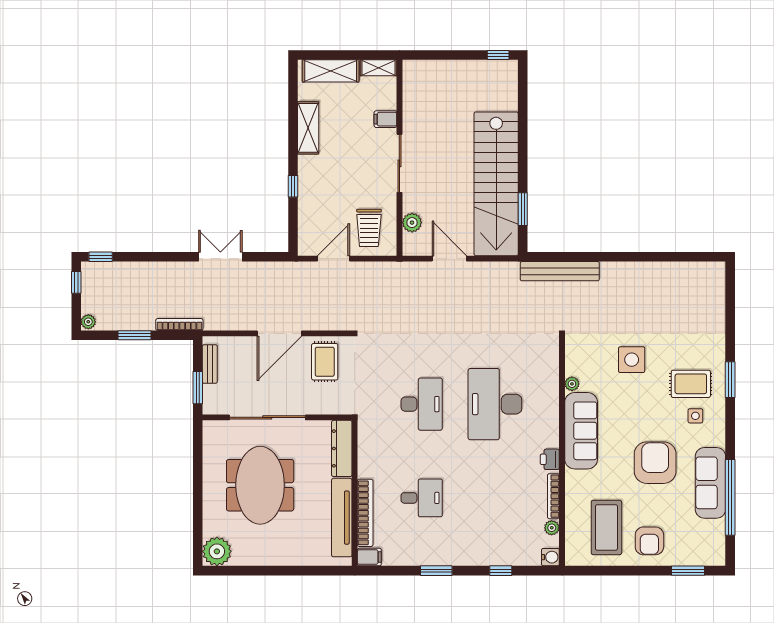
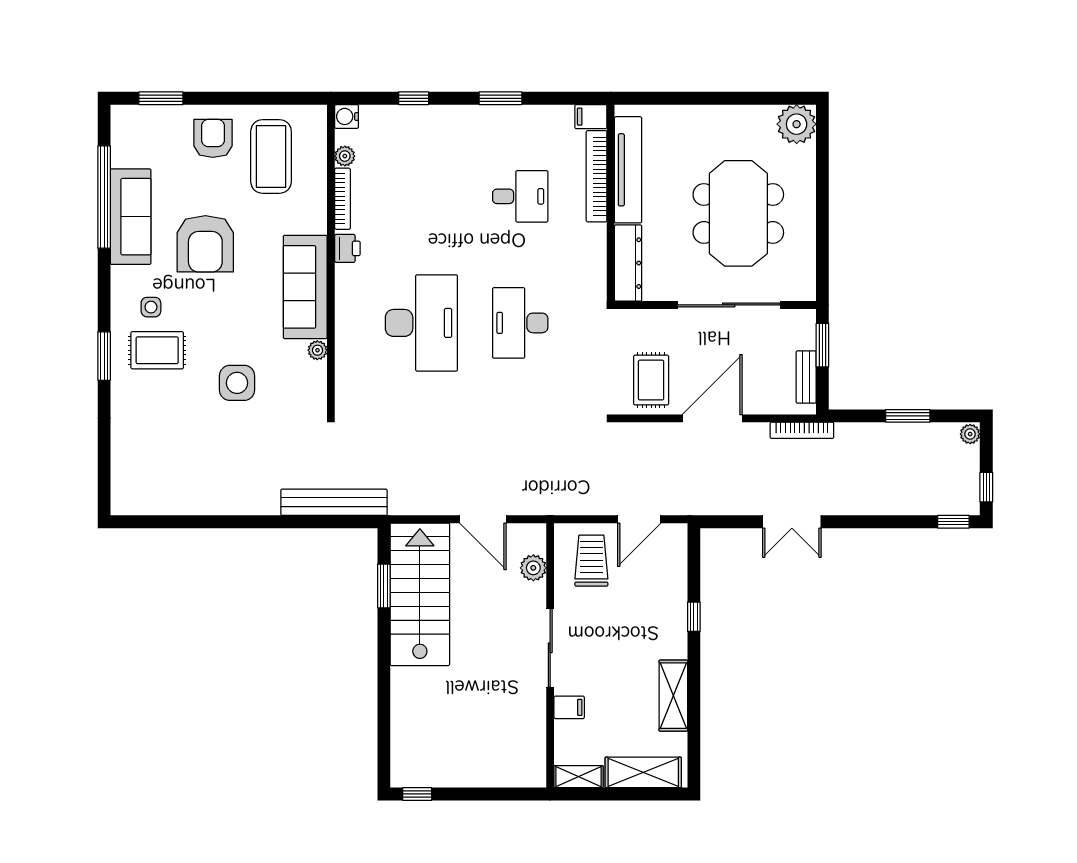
stairs: (496, 184) -> (420, 594), width x0.73
bookcase: (179, 324) -> (802, 430), moved
desk: (422, 498) -> (520, 196), turned 180

